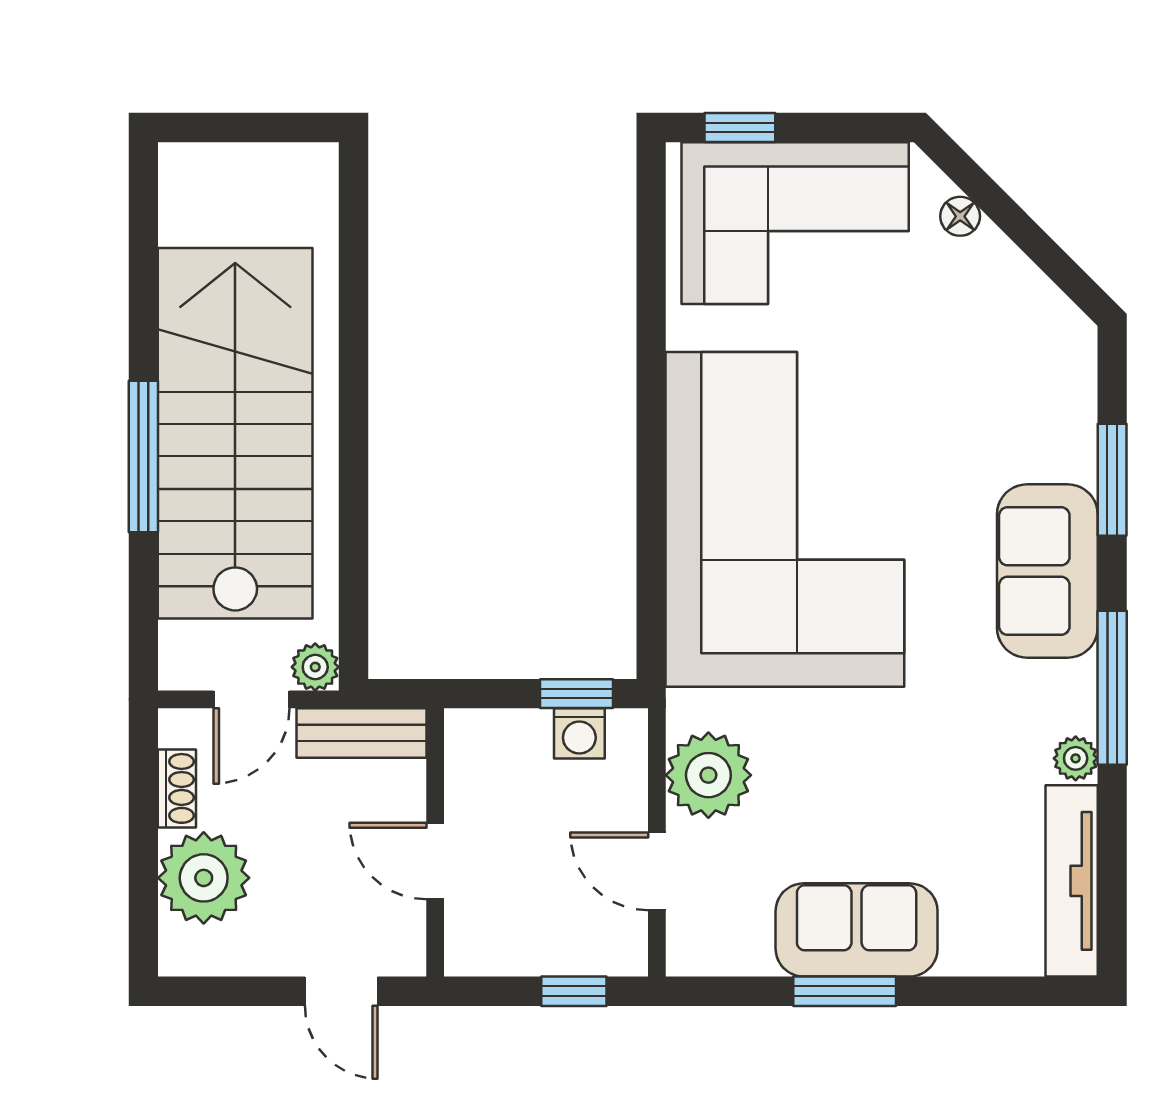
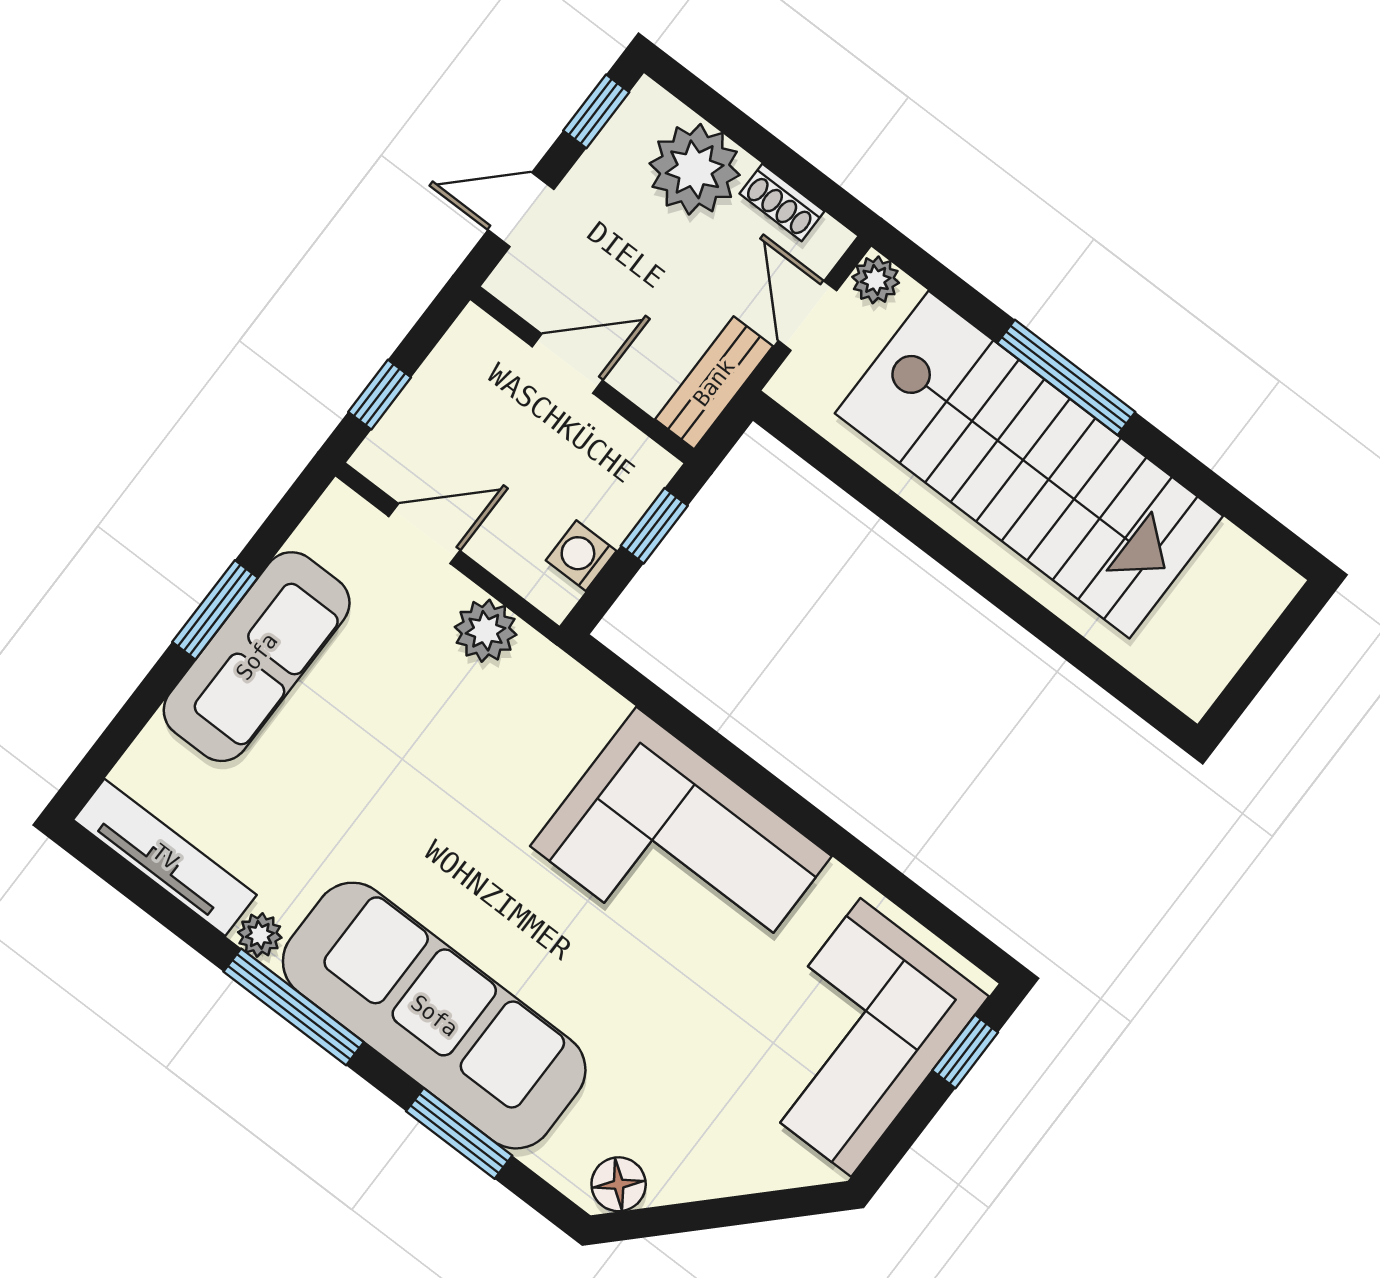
floor lamp: (960, 216) -> (619, 1184), moved, width x1.37, depth x1.37
corner sofa: (785, 519) -> (681, 851), width x0.73, depth x0.74
sofa: (1047, 571) -> (434, 1016), width x1.85, depth x1.27
plant: (315, 667) -> (876, 280), moved
window: (576, 694) -> (654, 526), moved
plant: (708, 775) -> (486, 631), width x0.73, depth x0.73
sofa: (857, 930) -> (257, 657), width x1.36
window: (217, 991) -> (596, 111), added

